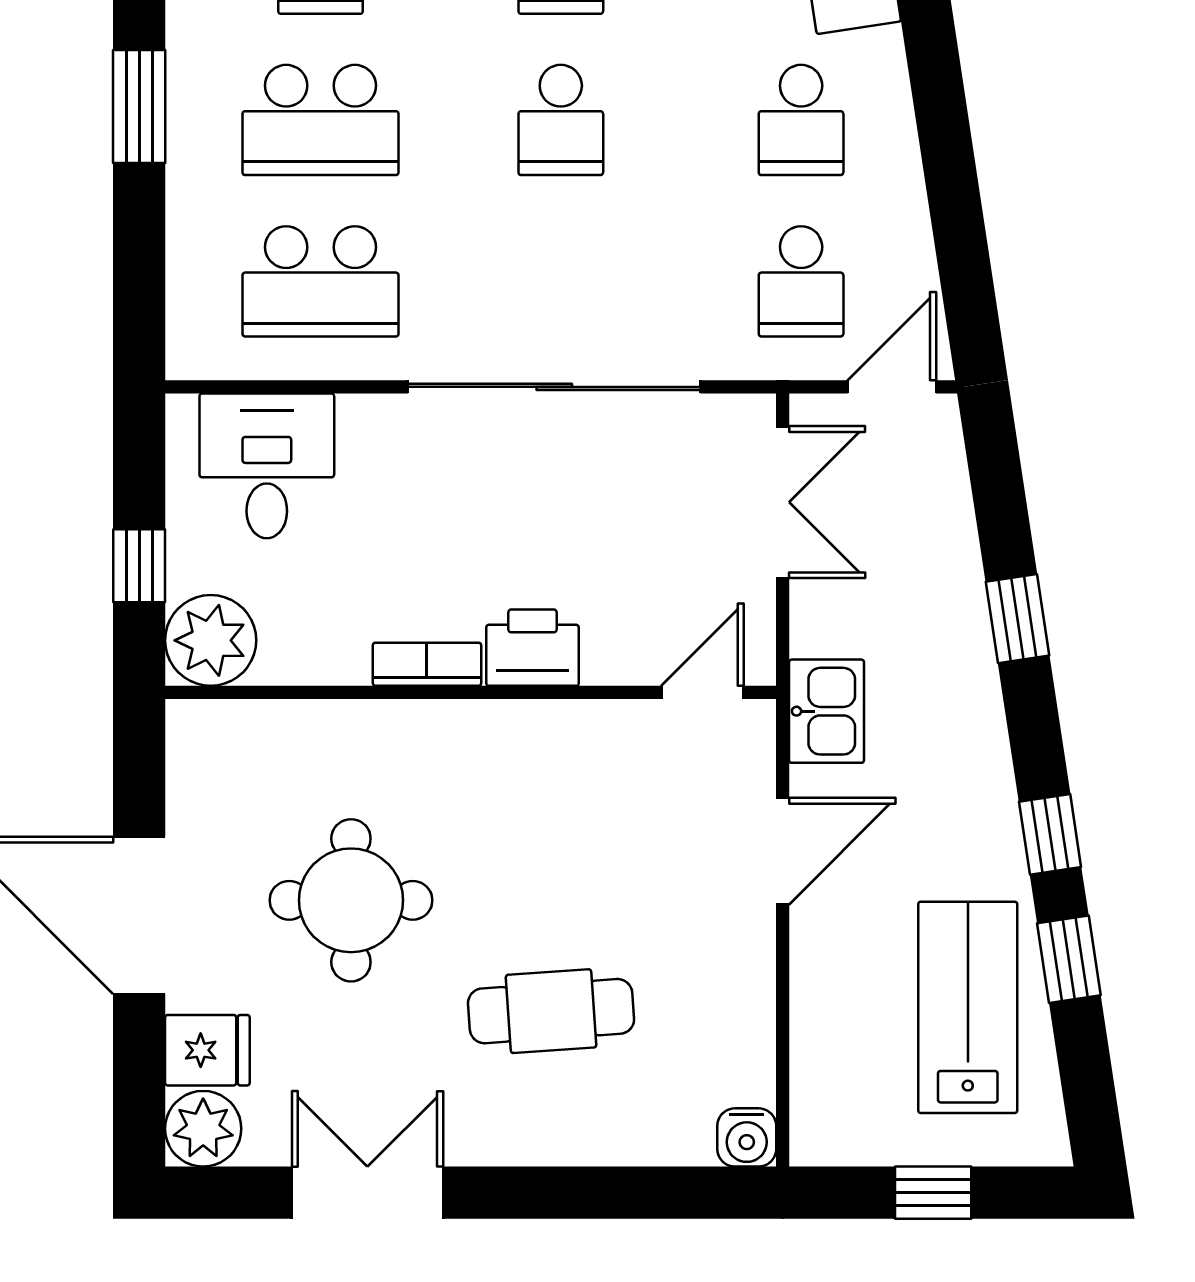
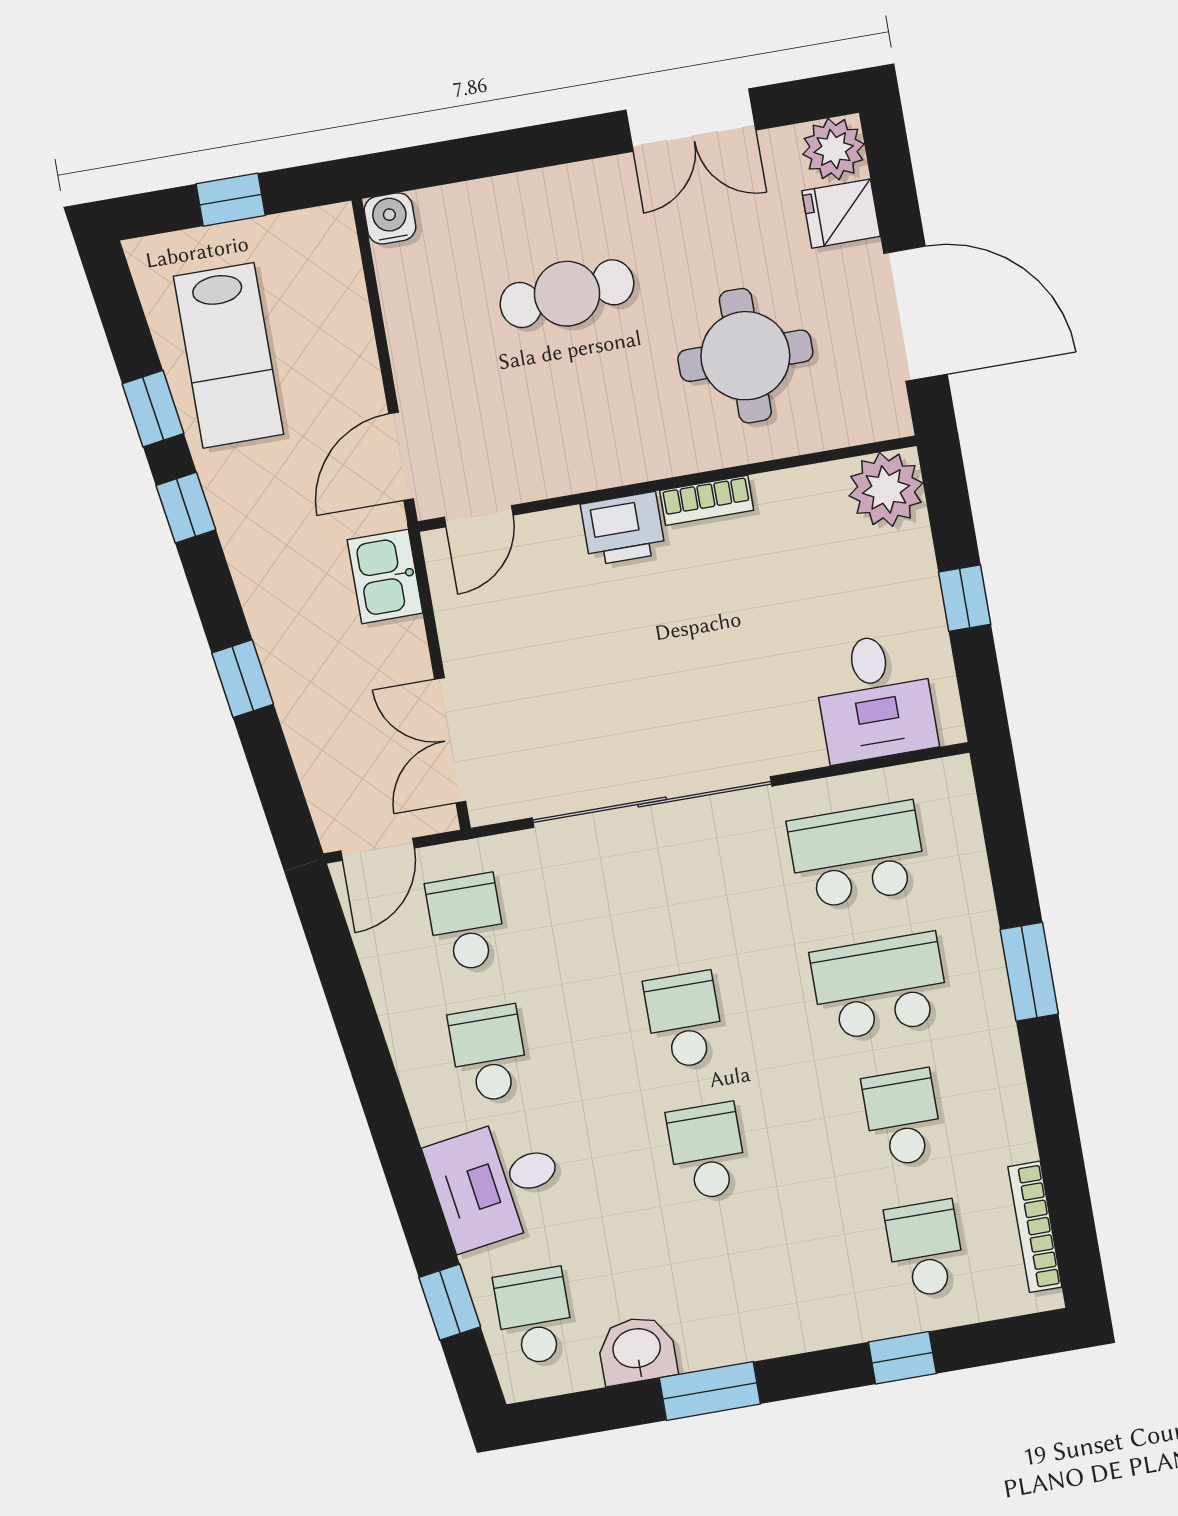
plant: (211, 640) -> (886, 489), moved
printer: (533, 648) -> (623, 529), moved
bookcase: (427, 664) -> (707, 500), moved
wall: (471, 692) -> (667, 484), moved
door: (702, 692) -> (479, 516), moved

